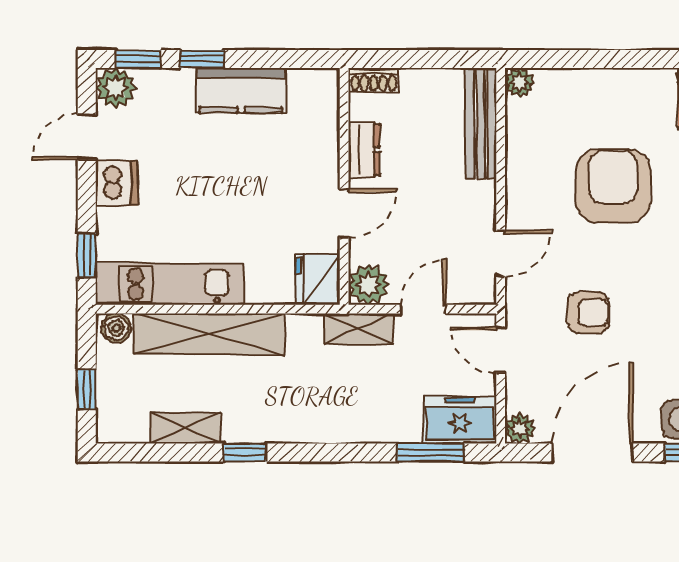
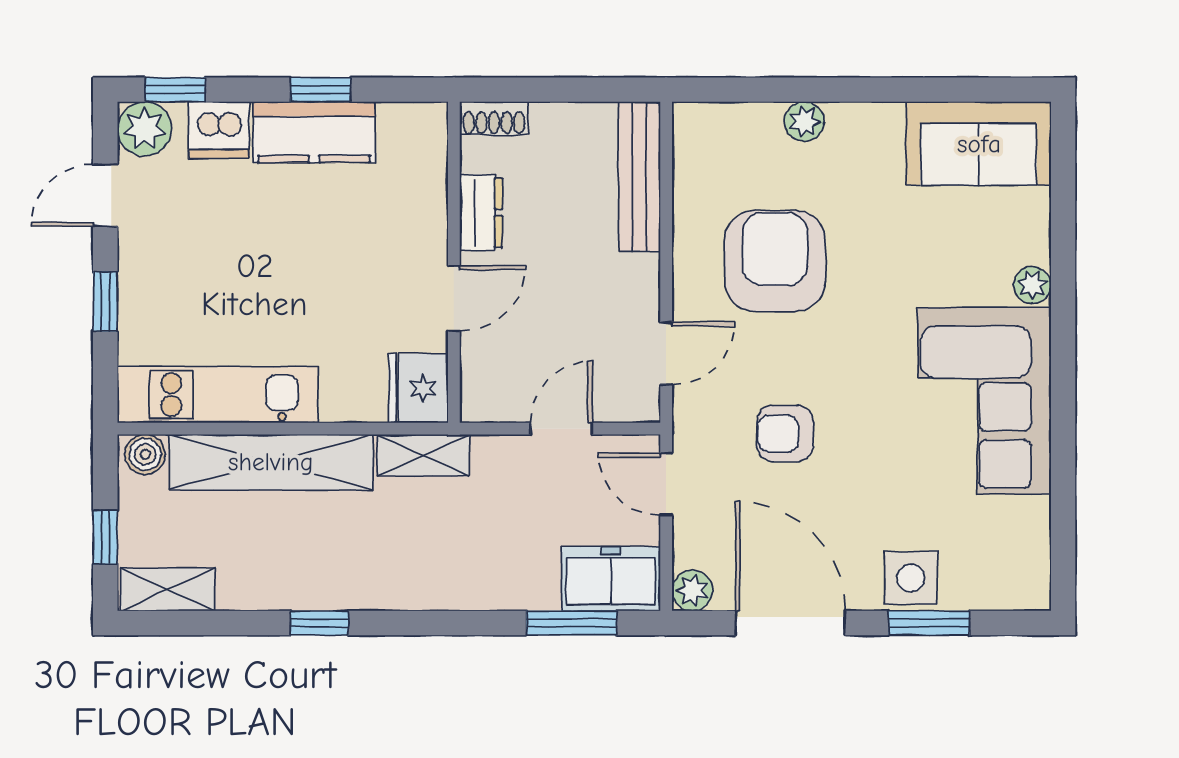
window: (202, 59) -> (321, 90), moved
plant: (519, 82) -> (804, 121), moved
dishwasher: (117, 183) -> (219, 130), moved, turned 90
armchair: (613, 186) -> (775, 261), moved
window: (87, 255) -> (105, 302), moved
plant: (369, 285) -> (487, 395), removed
armchair: (588, 313) -> (785, 433), turned 180
shelving: (359, 329) -> (423, 455), moved
shelving: (185, 428) -> (168, 590), moved
door: (592, 452) -> (790, 623), hinge flipped

